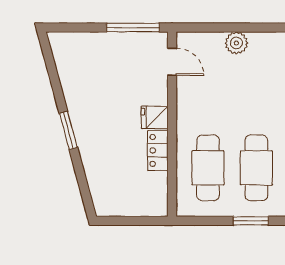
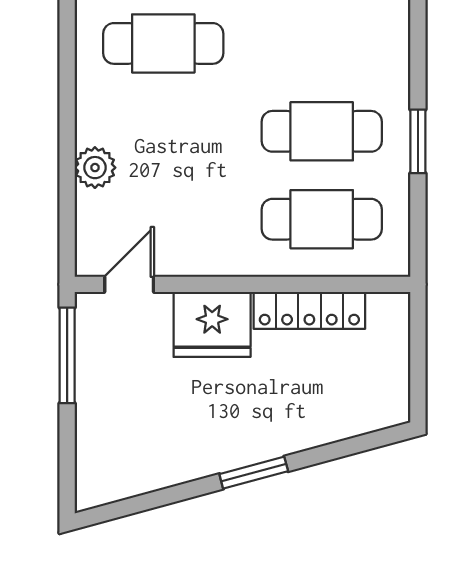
fridge: (155, 117) -> (212, 324), width x1.88, depth x1.34
locker: (158, 150) -> (309, 310), width x1.53

